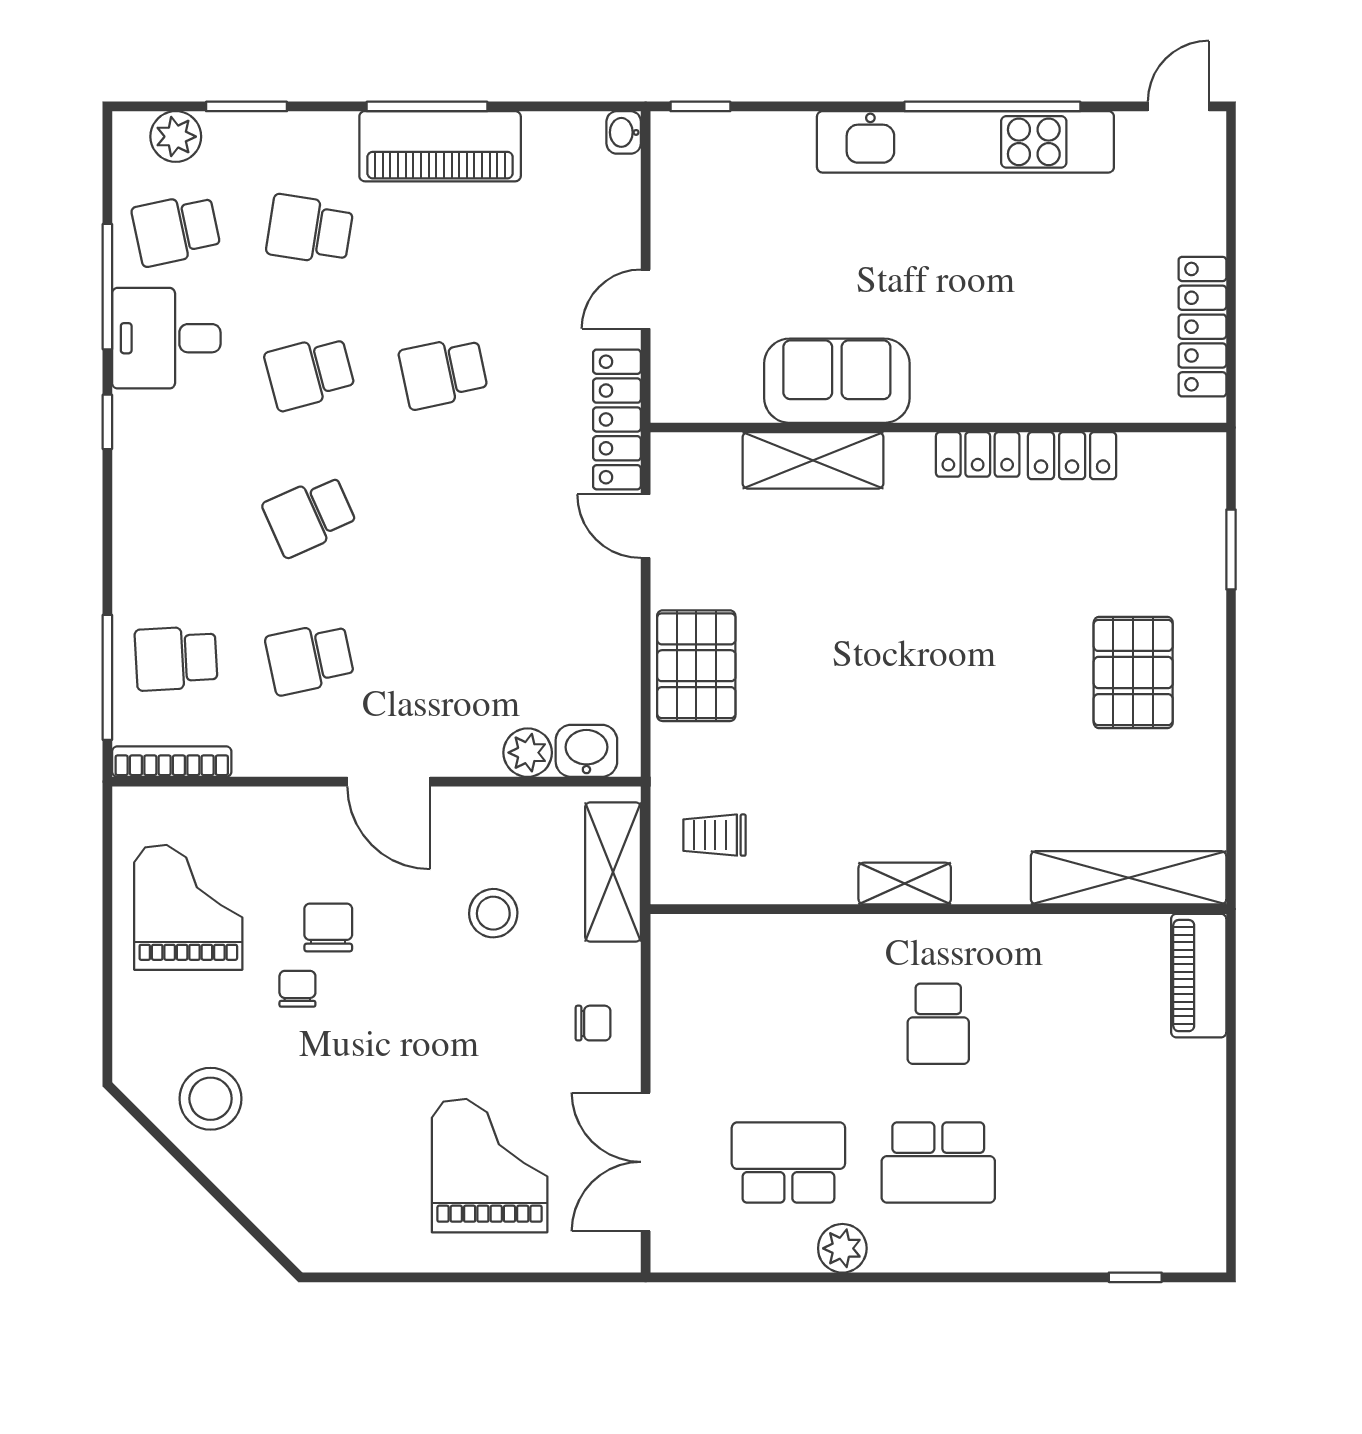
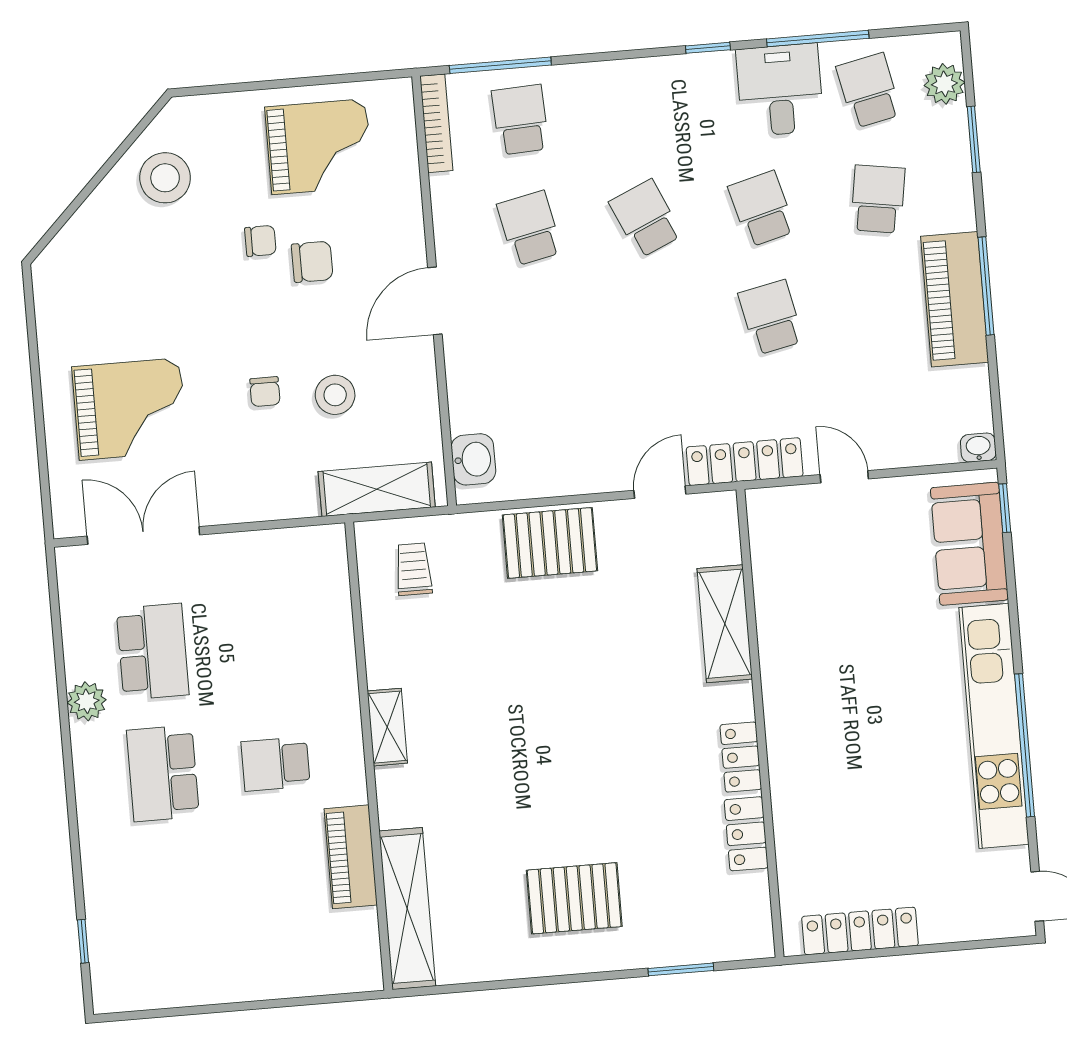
sofa: (837, 381) -> (969, 544), moved, turned 180
plant: (528, 753) -> (468, 412), removed
piano: (1199, 976) -> (351, 857), moved, turned -90
chair: (593, 1023) -> (265, 392), moved

